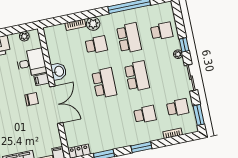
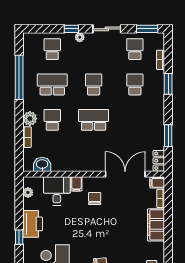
washbasin: (59, 71) -> (42, 164), moved
school desk: (137, 76) -> (94, 84), width x0.54
double door: (56, 105) -> (125, 174), moved
window: (141, 147) -> (168, 84), moved

